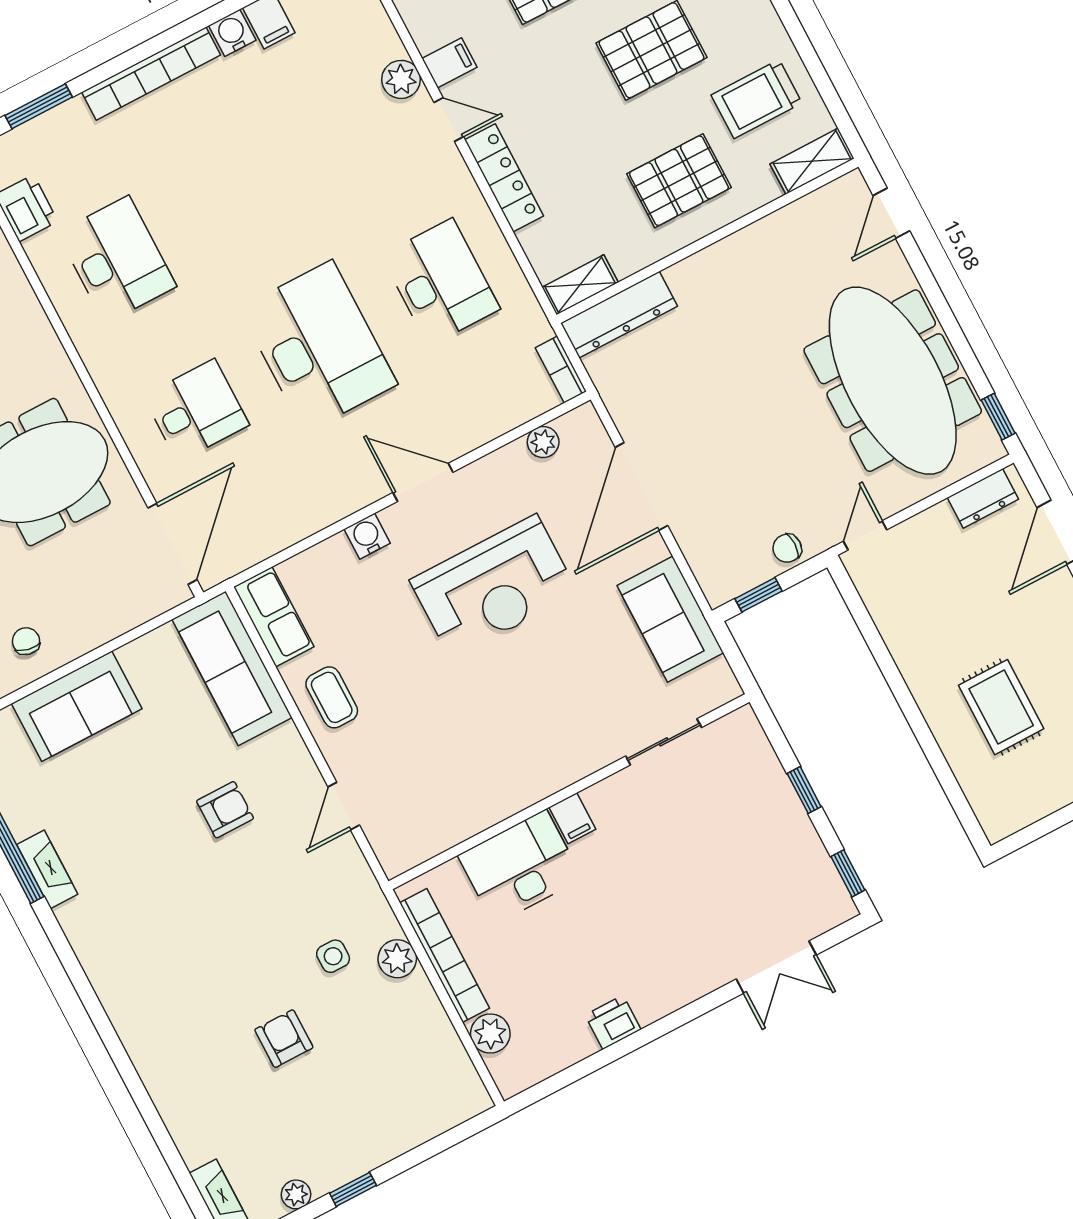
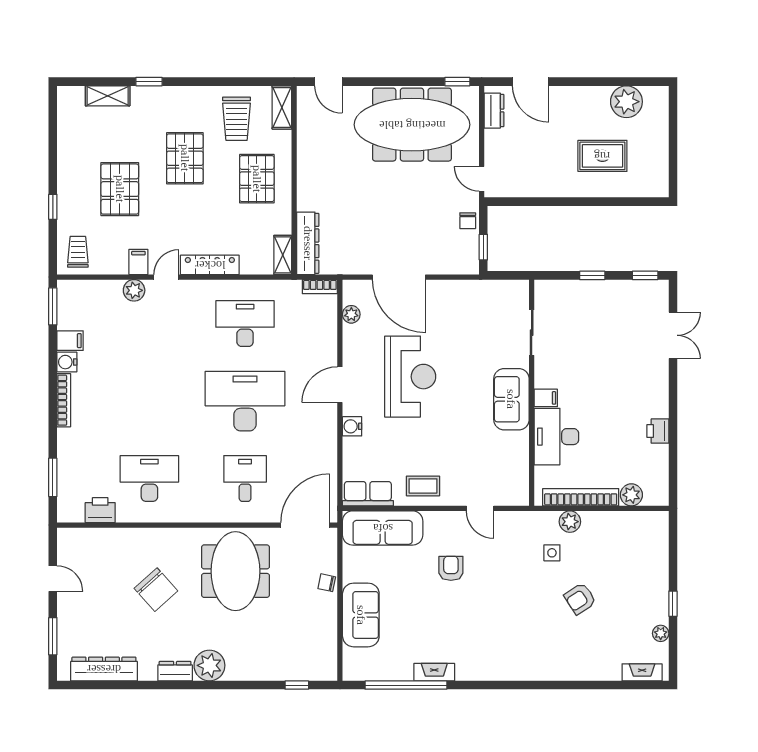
bookcase: (151, 74) -> (64, 400), width x0.68, depth x0.76
door: (172, 544) -> (305, 525), hinge flipped
sofa: (670, 619) -> (511, 399), moved, turned 90
chair: (26, 641) -> (327, 583), moved
armchair: (284, 1039) -> (580, 599), turned -33

